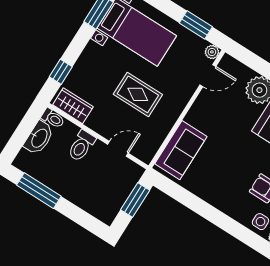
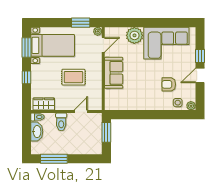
window: (61, 72) -> (26, 77), moved
sofa: (181, 150) -> (114, 73), moved

